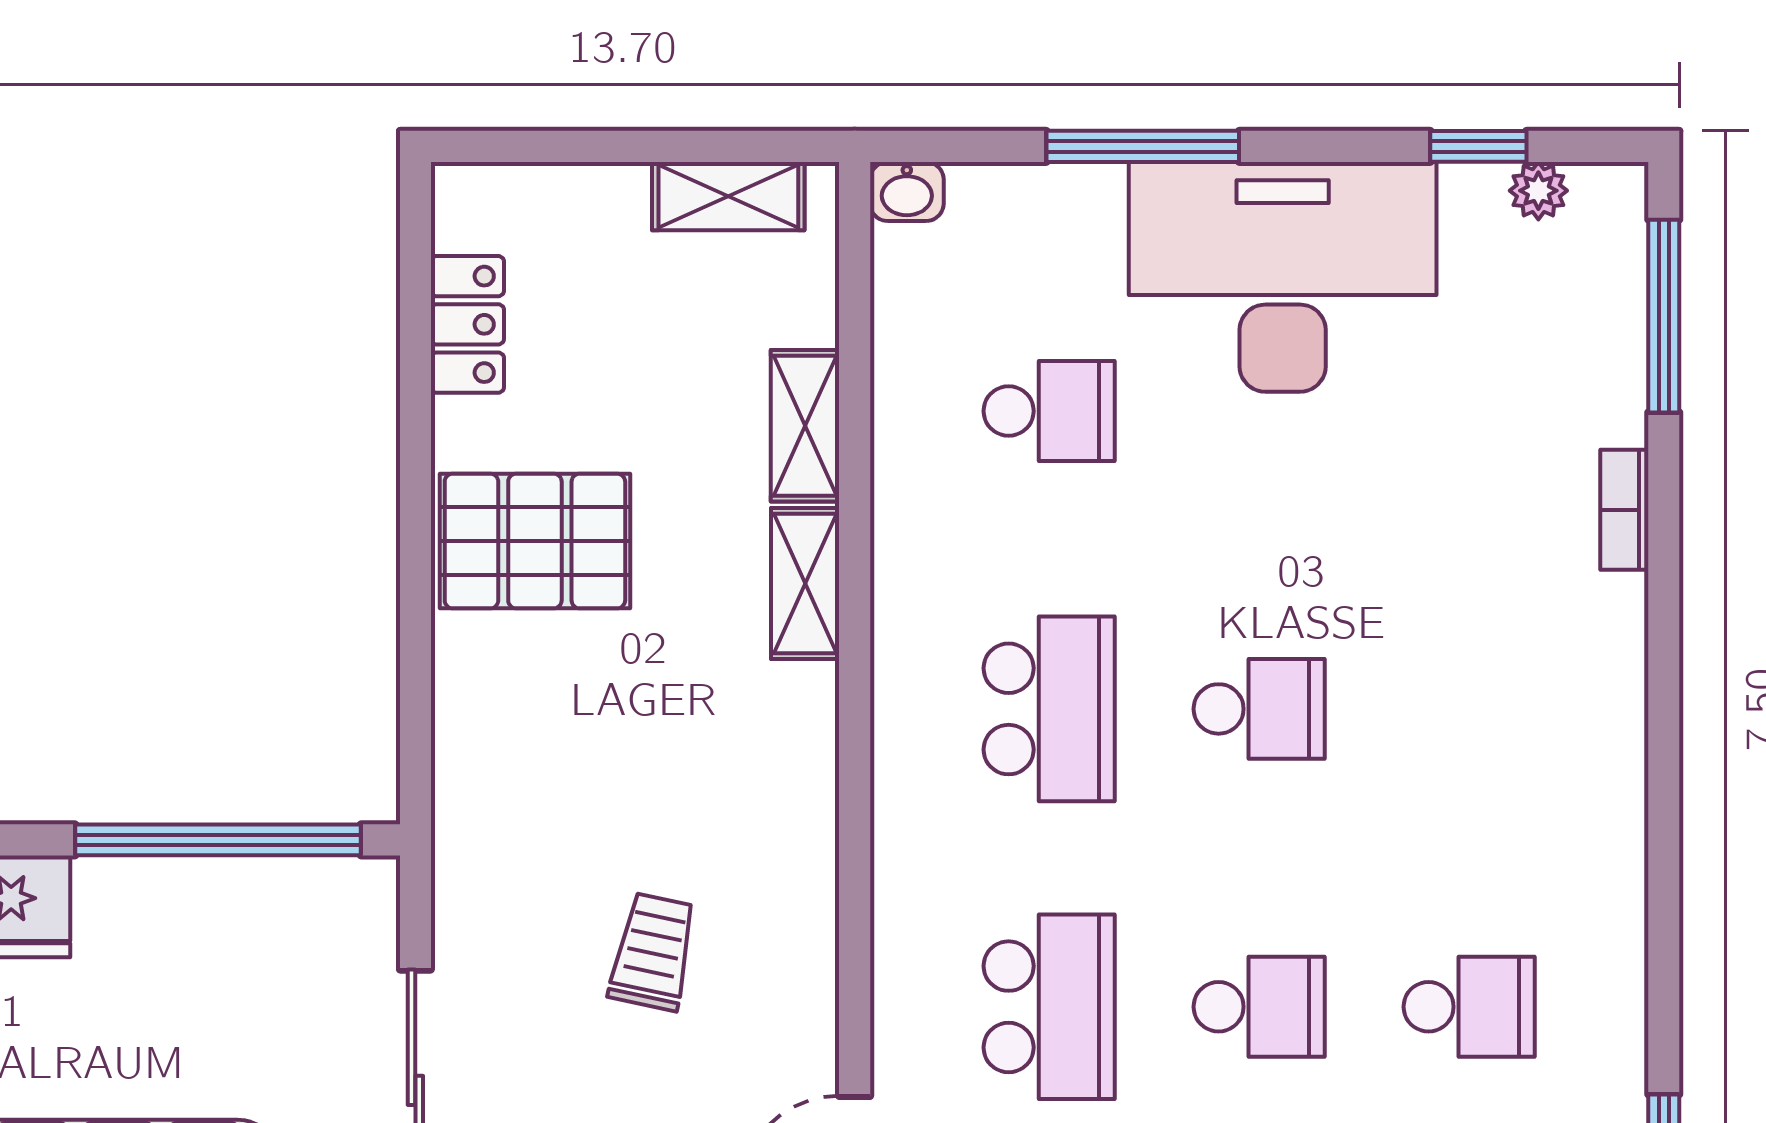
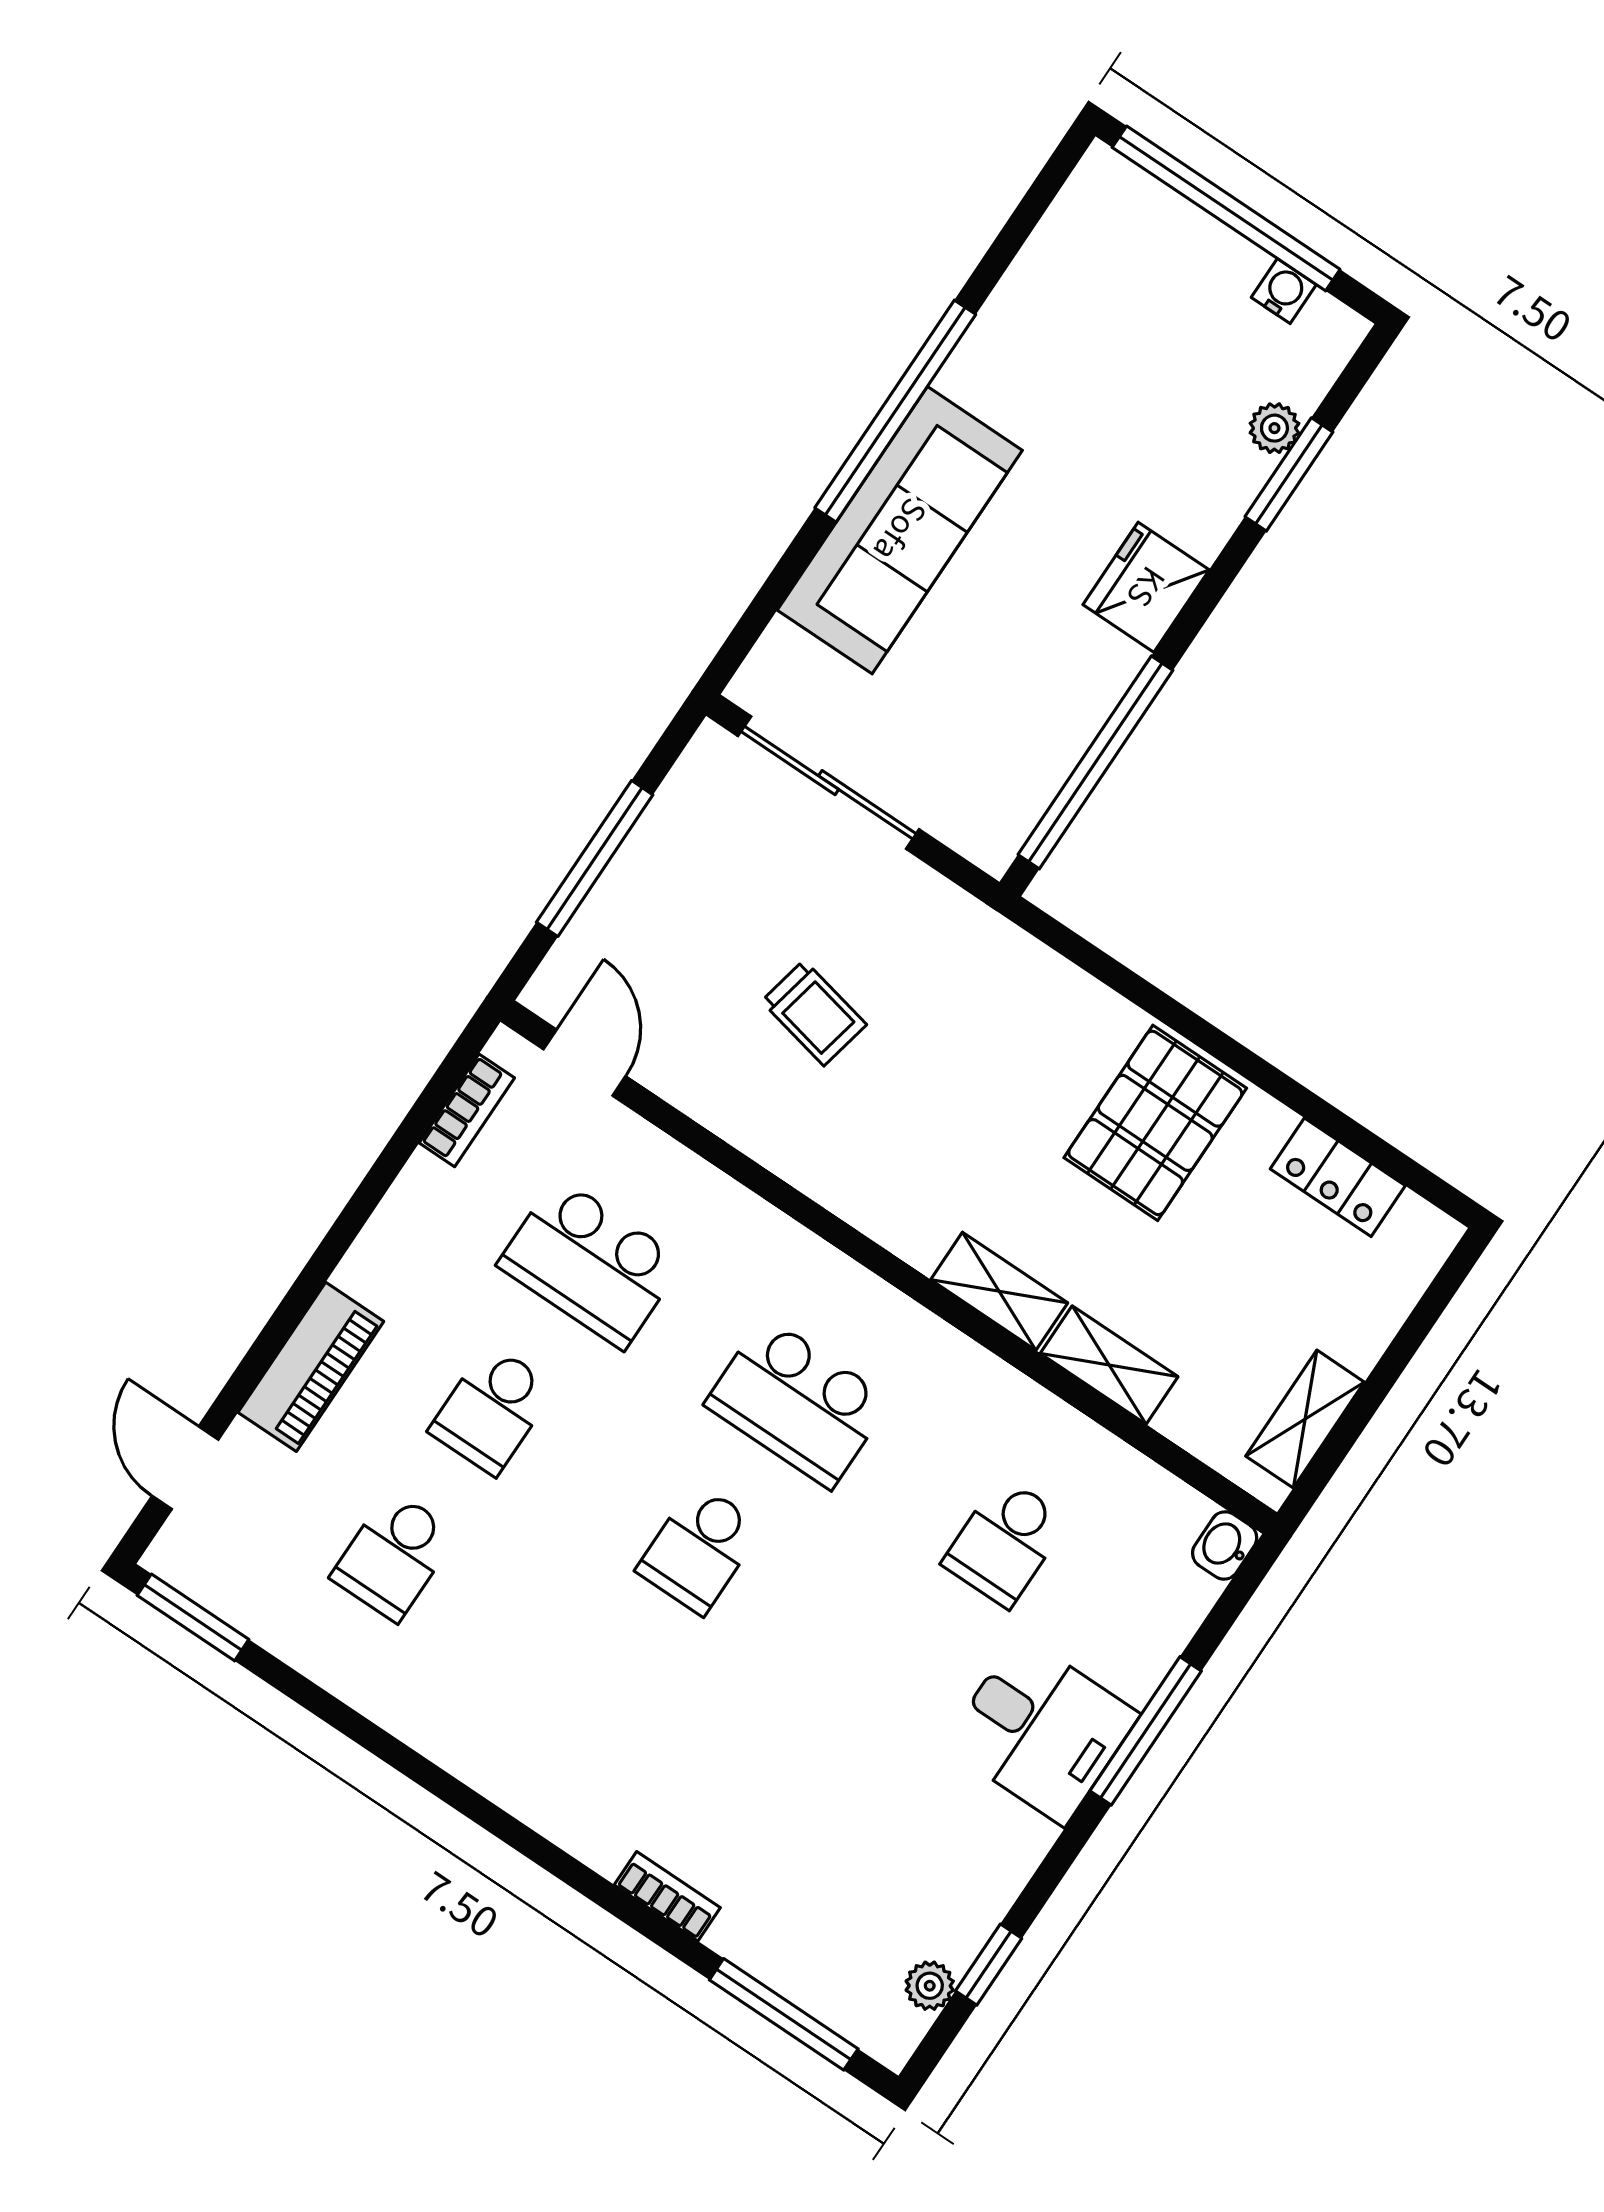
desk: (1283, 277) -> (1041, 1730), width x0.53, depth x0.77

